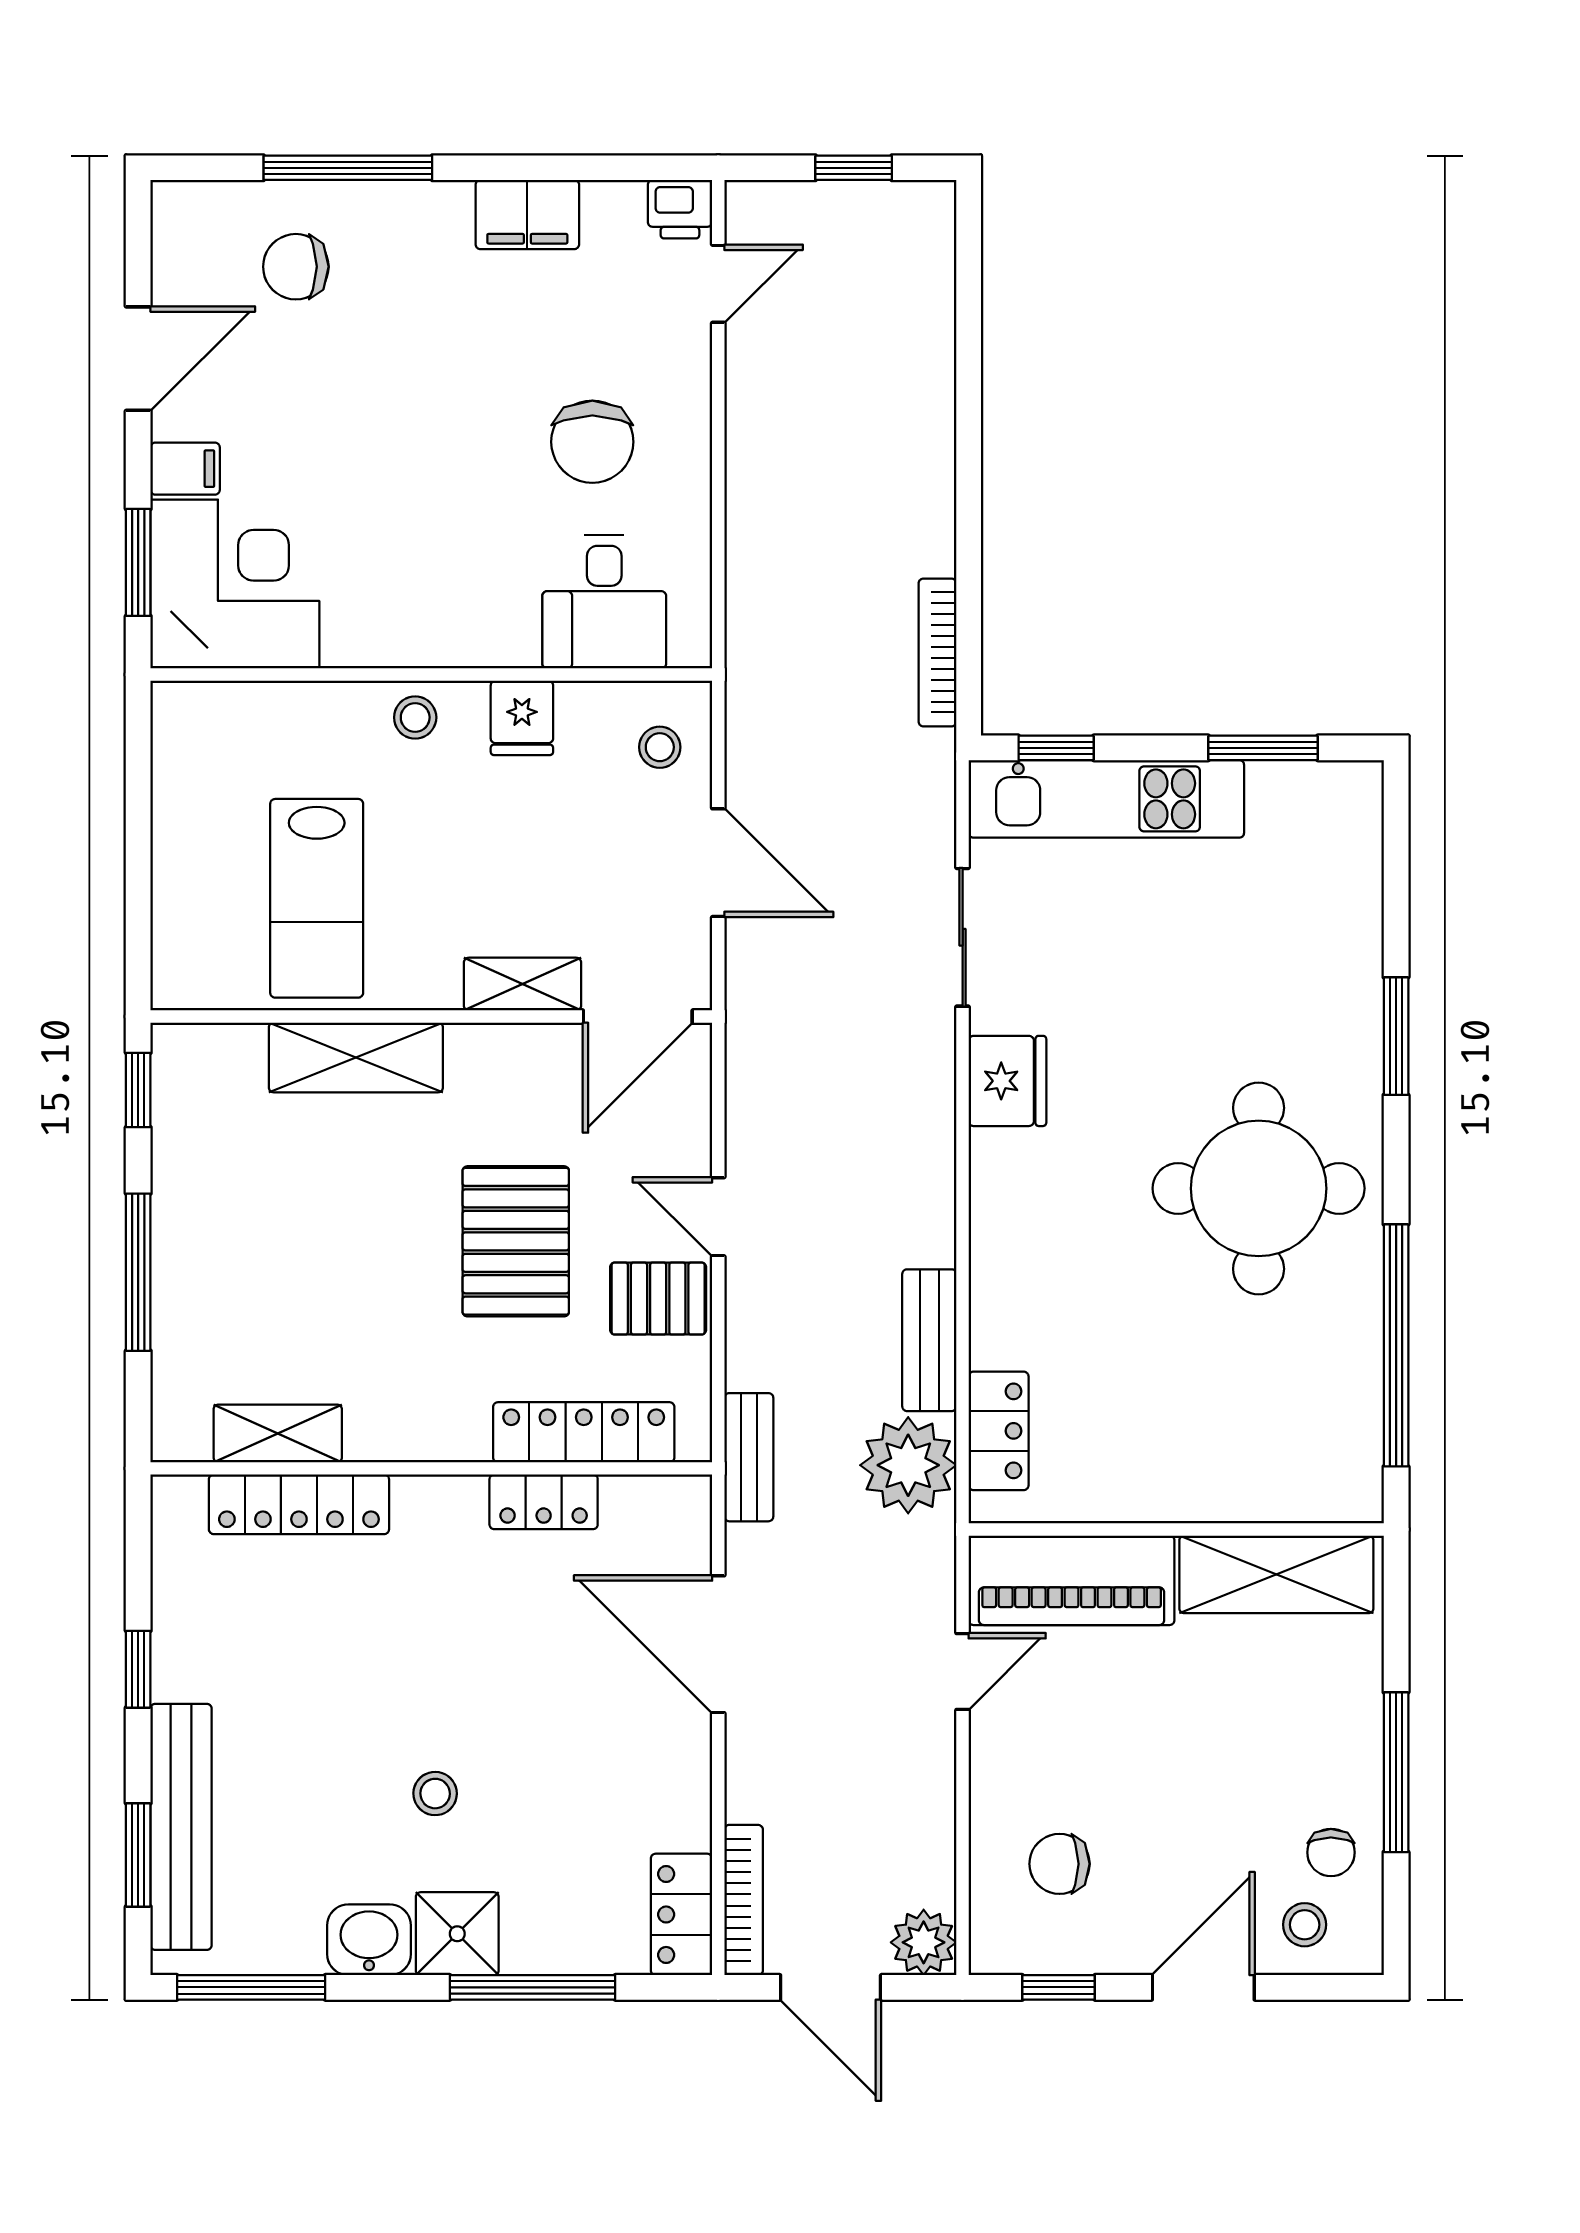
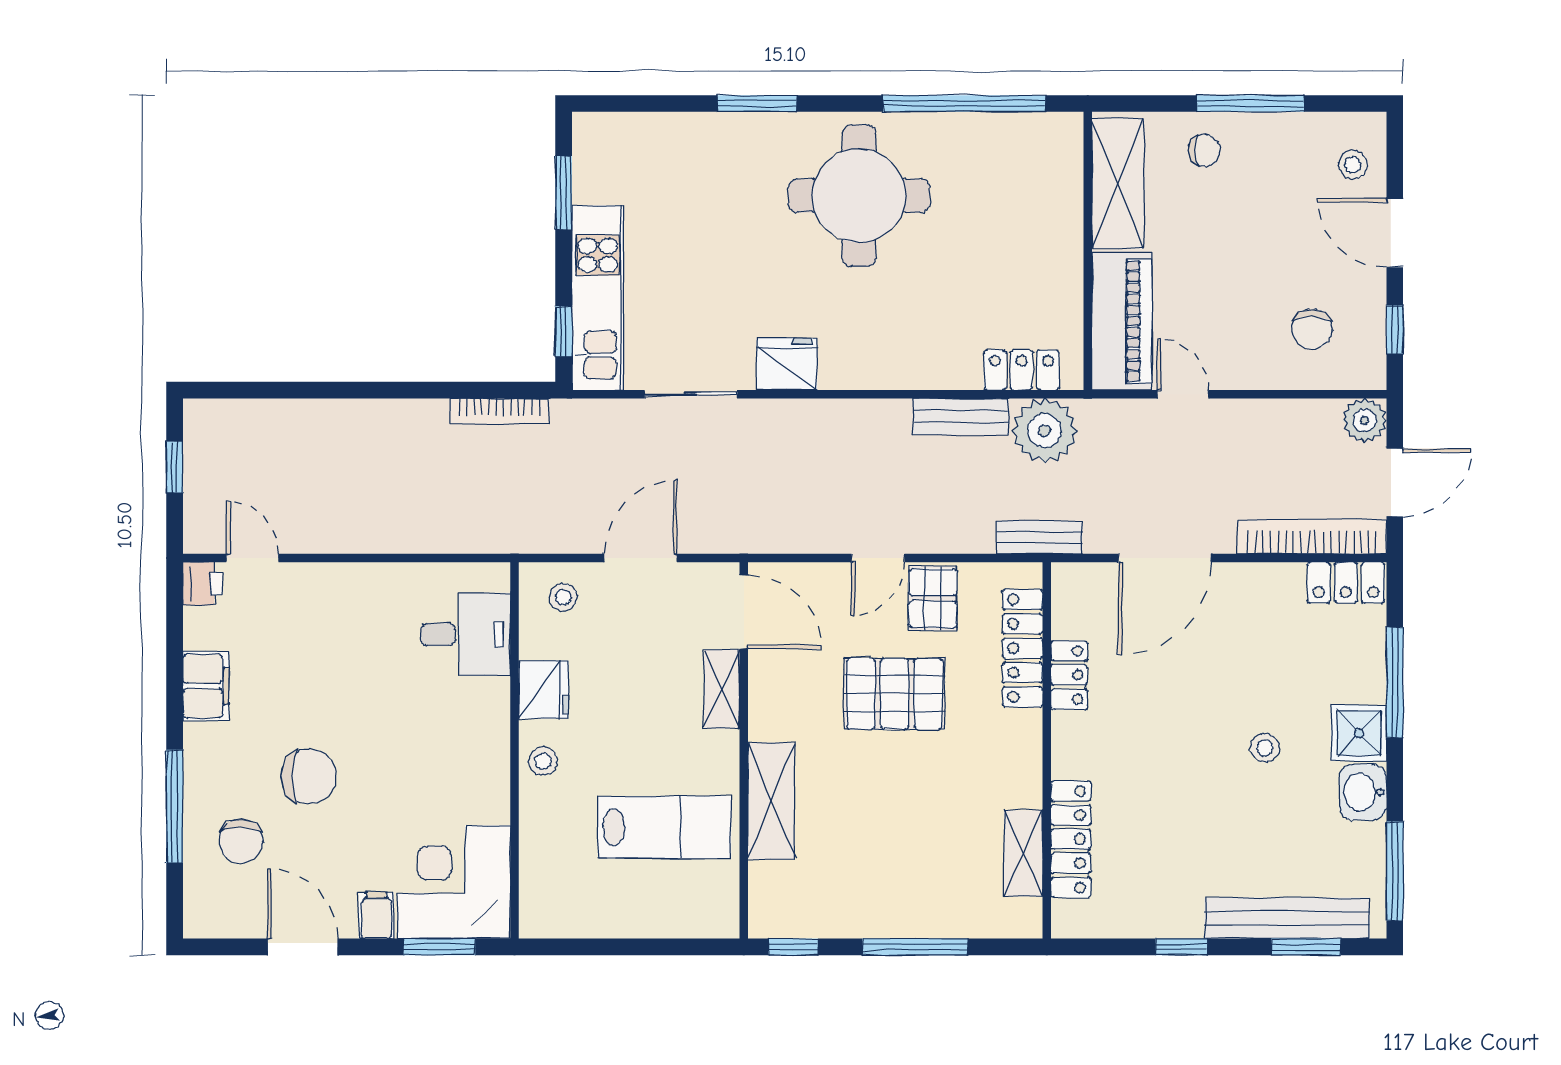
chair: (592, 442) -> (309, 776), moved
fridge: (522, 718) -> (544, 690), width x1.38
chair: (1331, 1852) -> (1204, 150), moved
bookcase: (744, 1900) -> (1312, 537), width x1.48, depth x1.31

